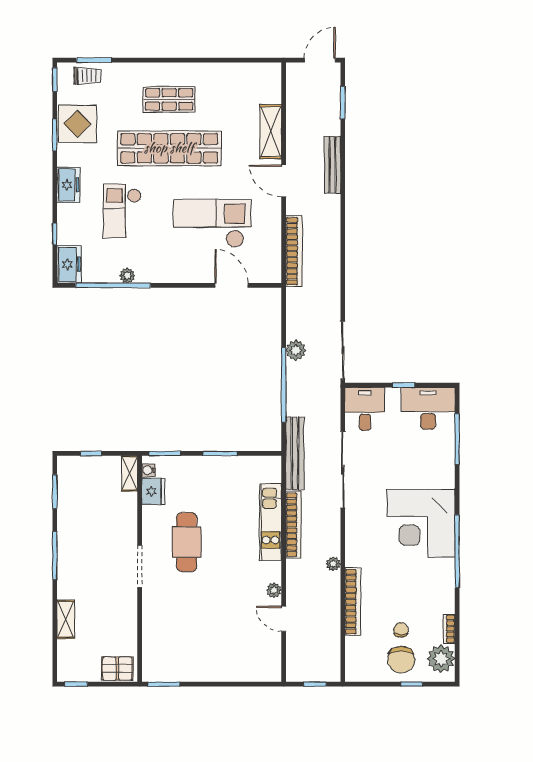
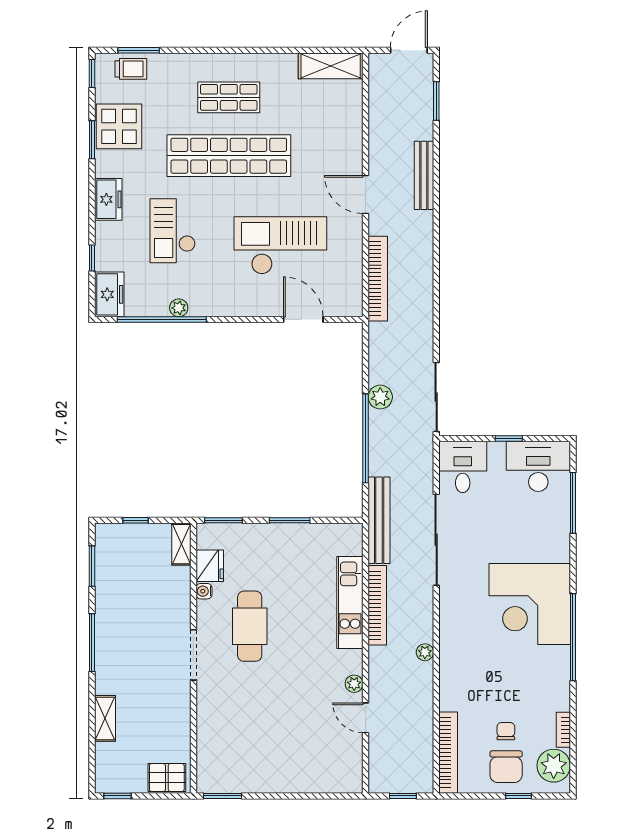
shelving: (271, 132) -> (331, 66), moved, turned 90
water cooler: (148, 470) -> (204, 591), moved
bookcase: (353, 602) -> (448, 753), moved

